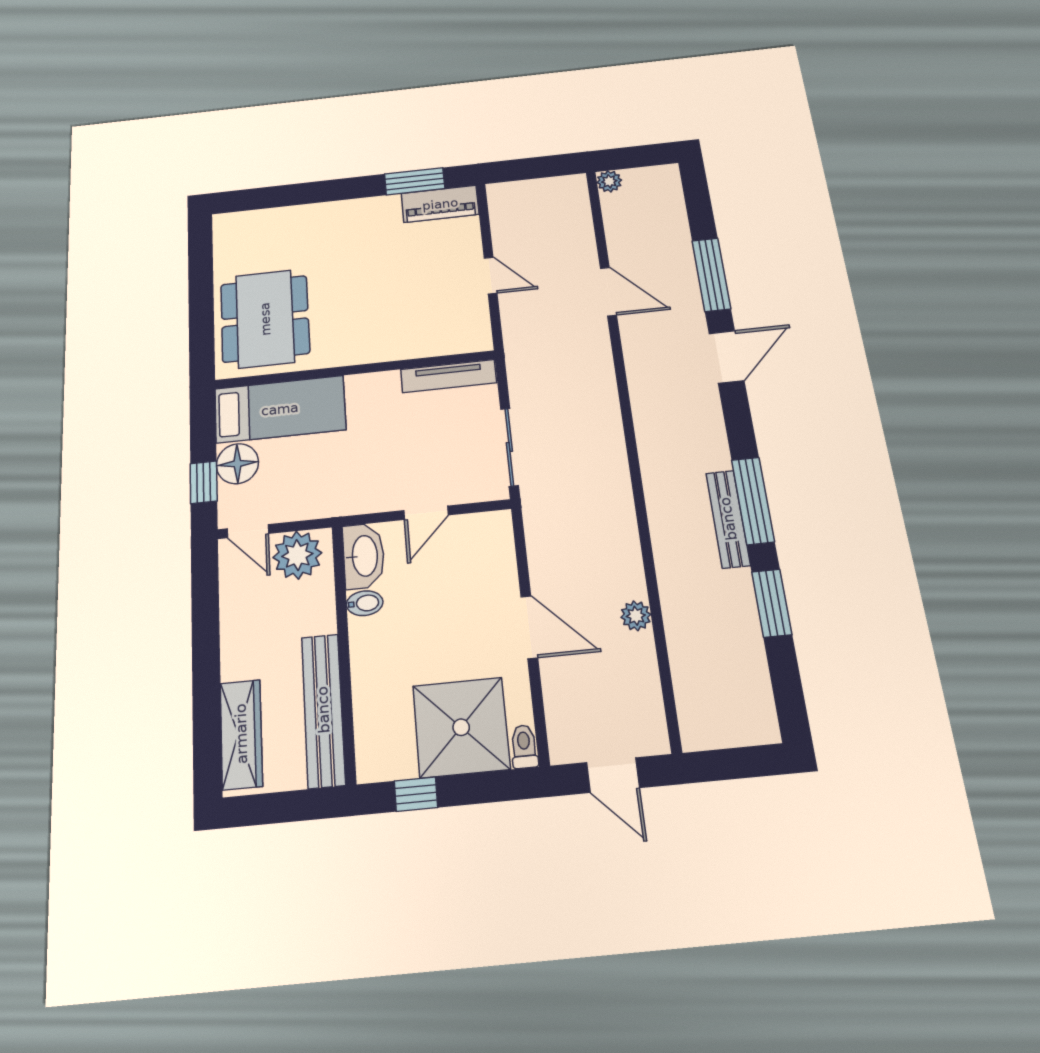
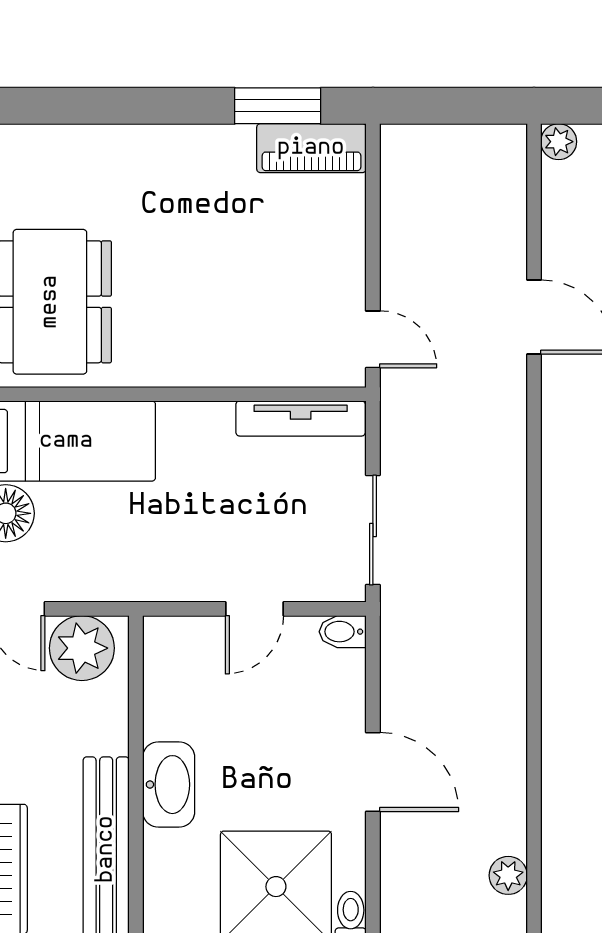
door: (491, 276) -> (373, 339), moved
washbasin: (364, 556) -> (169, 785), moved
bidet: (365, 603) -> (343, 632), moved, turned 180
plant: (636, 616) -> (508, 875), moved

